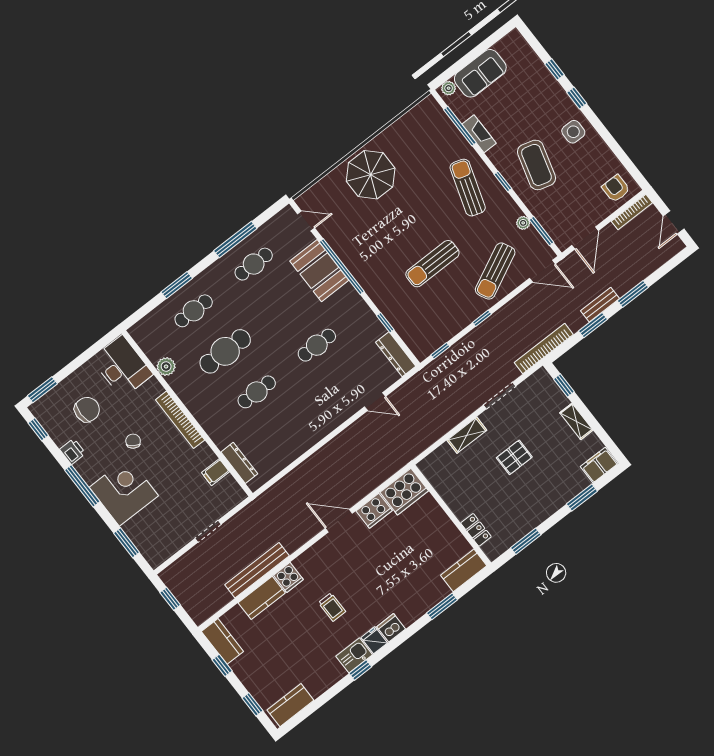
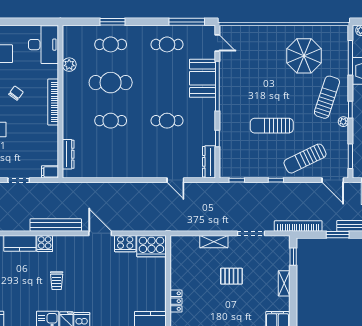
parasol: (371, 175) -> (304, 56), moved
plant: (523, 223) -> (343, 122), moved
window: (235, 240) -> (187, 22), moved
filing cabinet: (215, 472) -> (50, 172), moved
bench: (257, 570) -> (56, 225), moved

